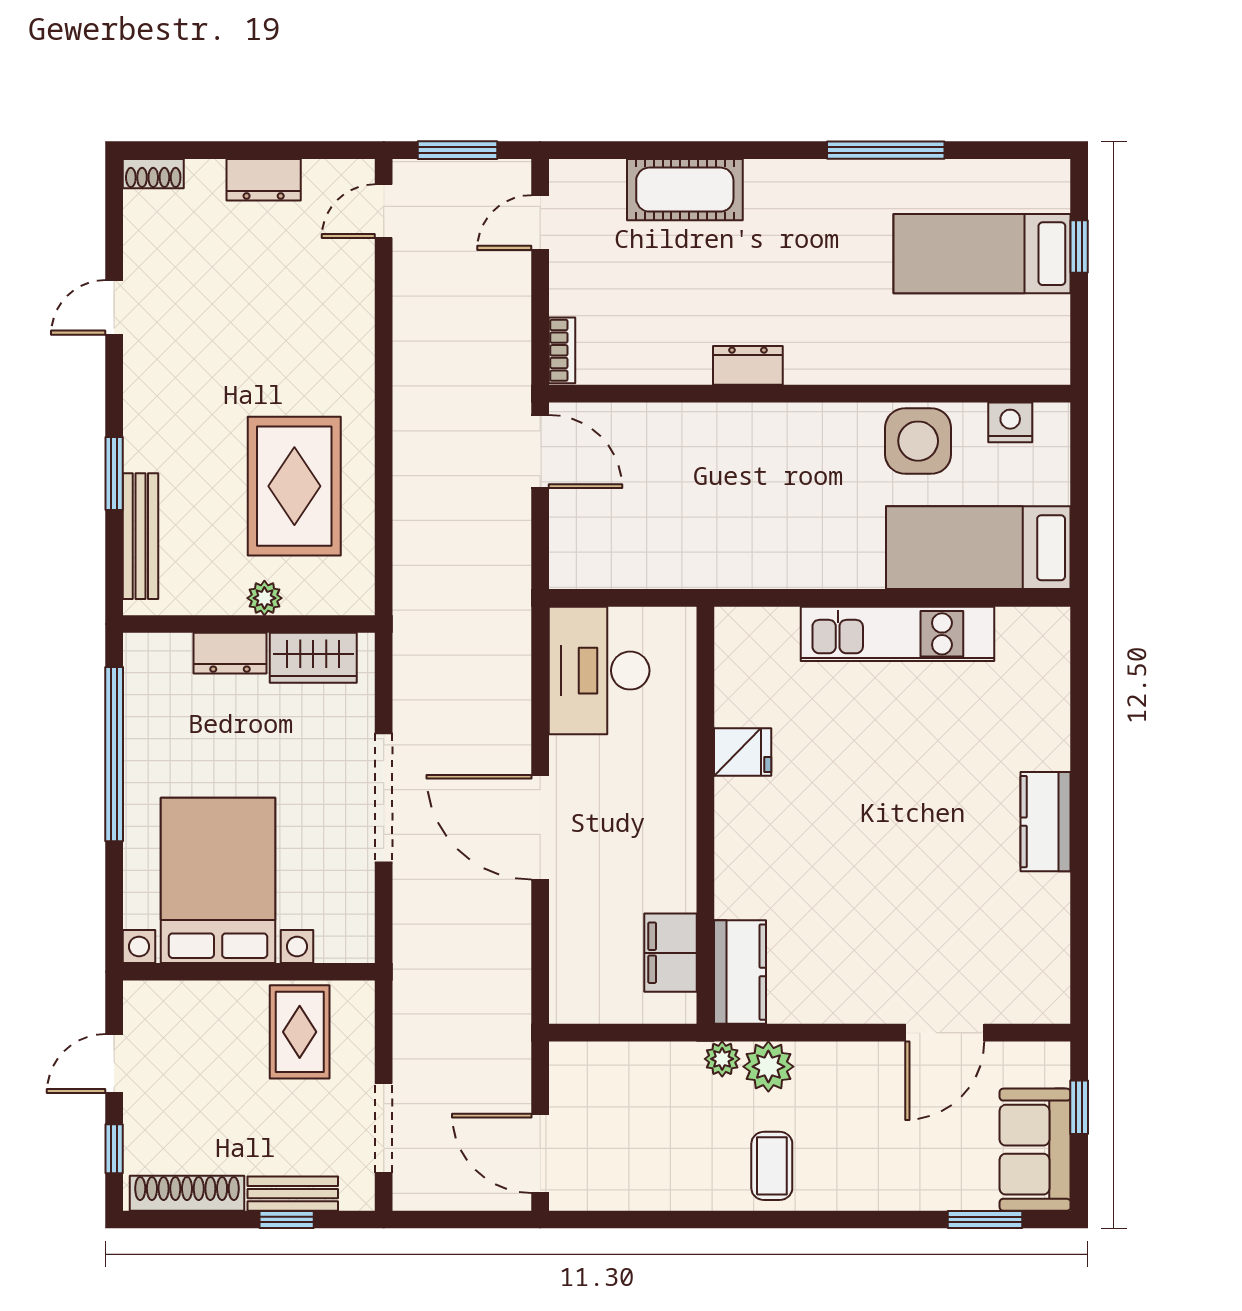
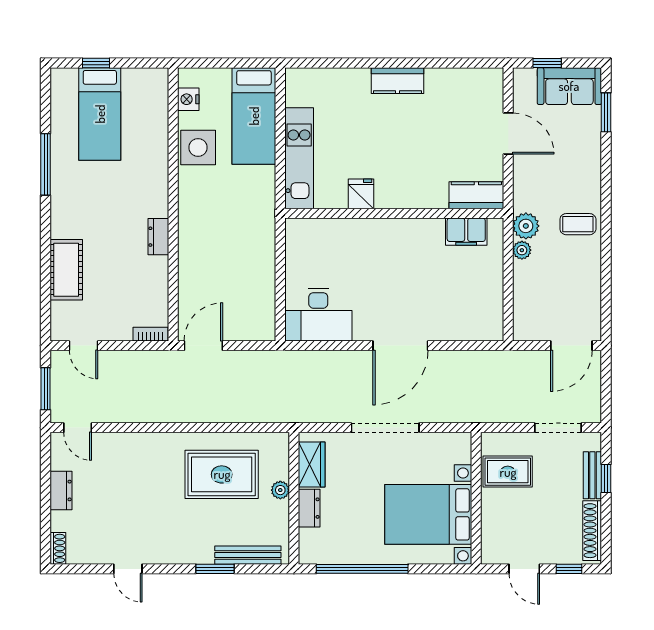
fridge: (743, 752) -> (361, 194), moved
wall: (705, 815) -> (394, 213), moved
filing cabinet: (670, 953) -> (466, 232), moved
kitchen counter: (740, 972) -> (476, 195), moved

